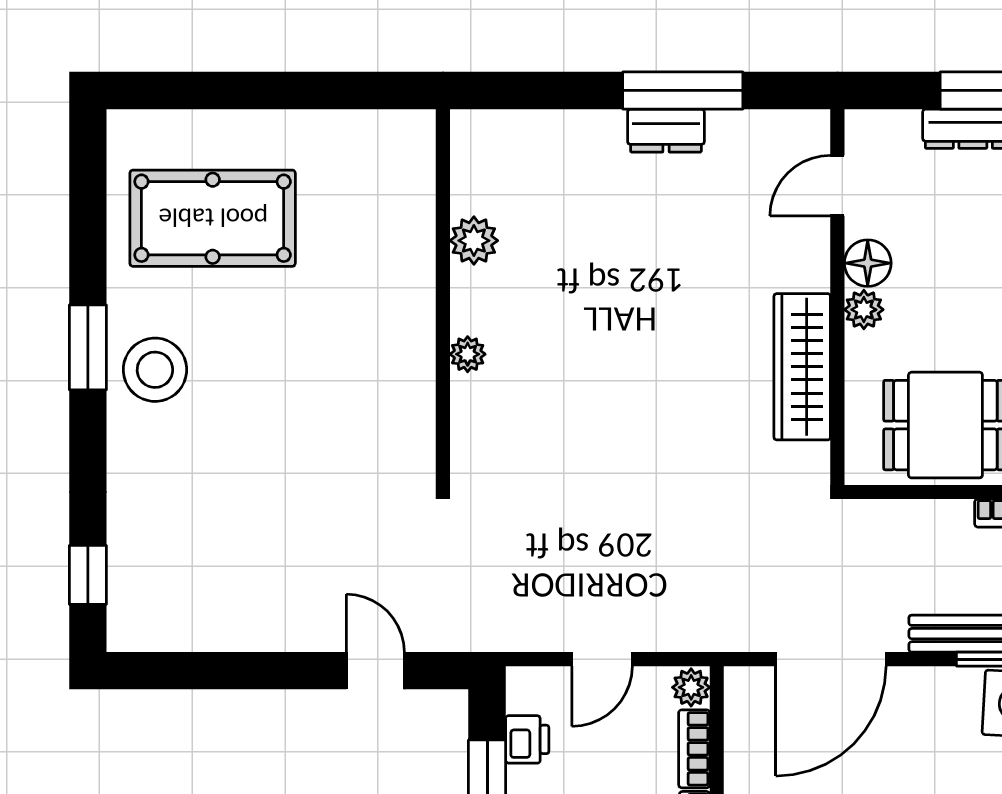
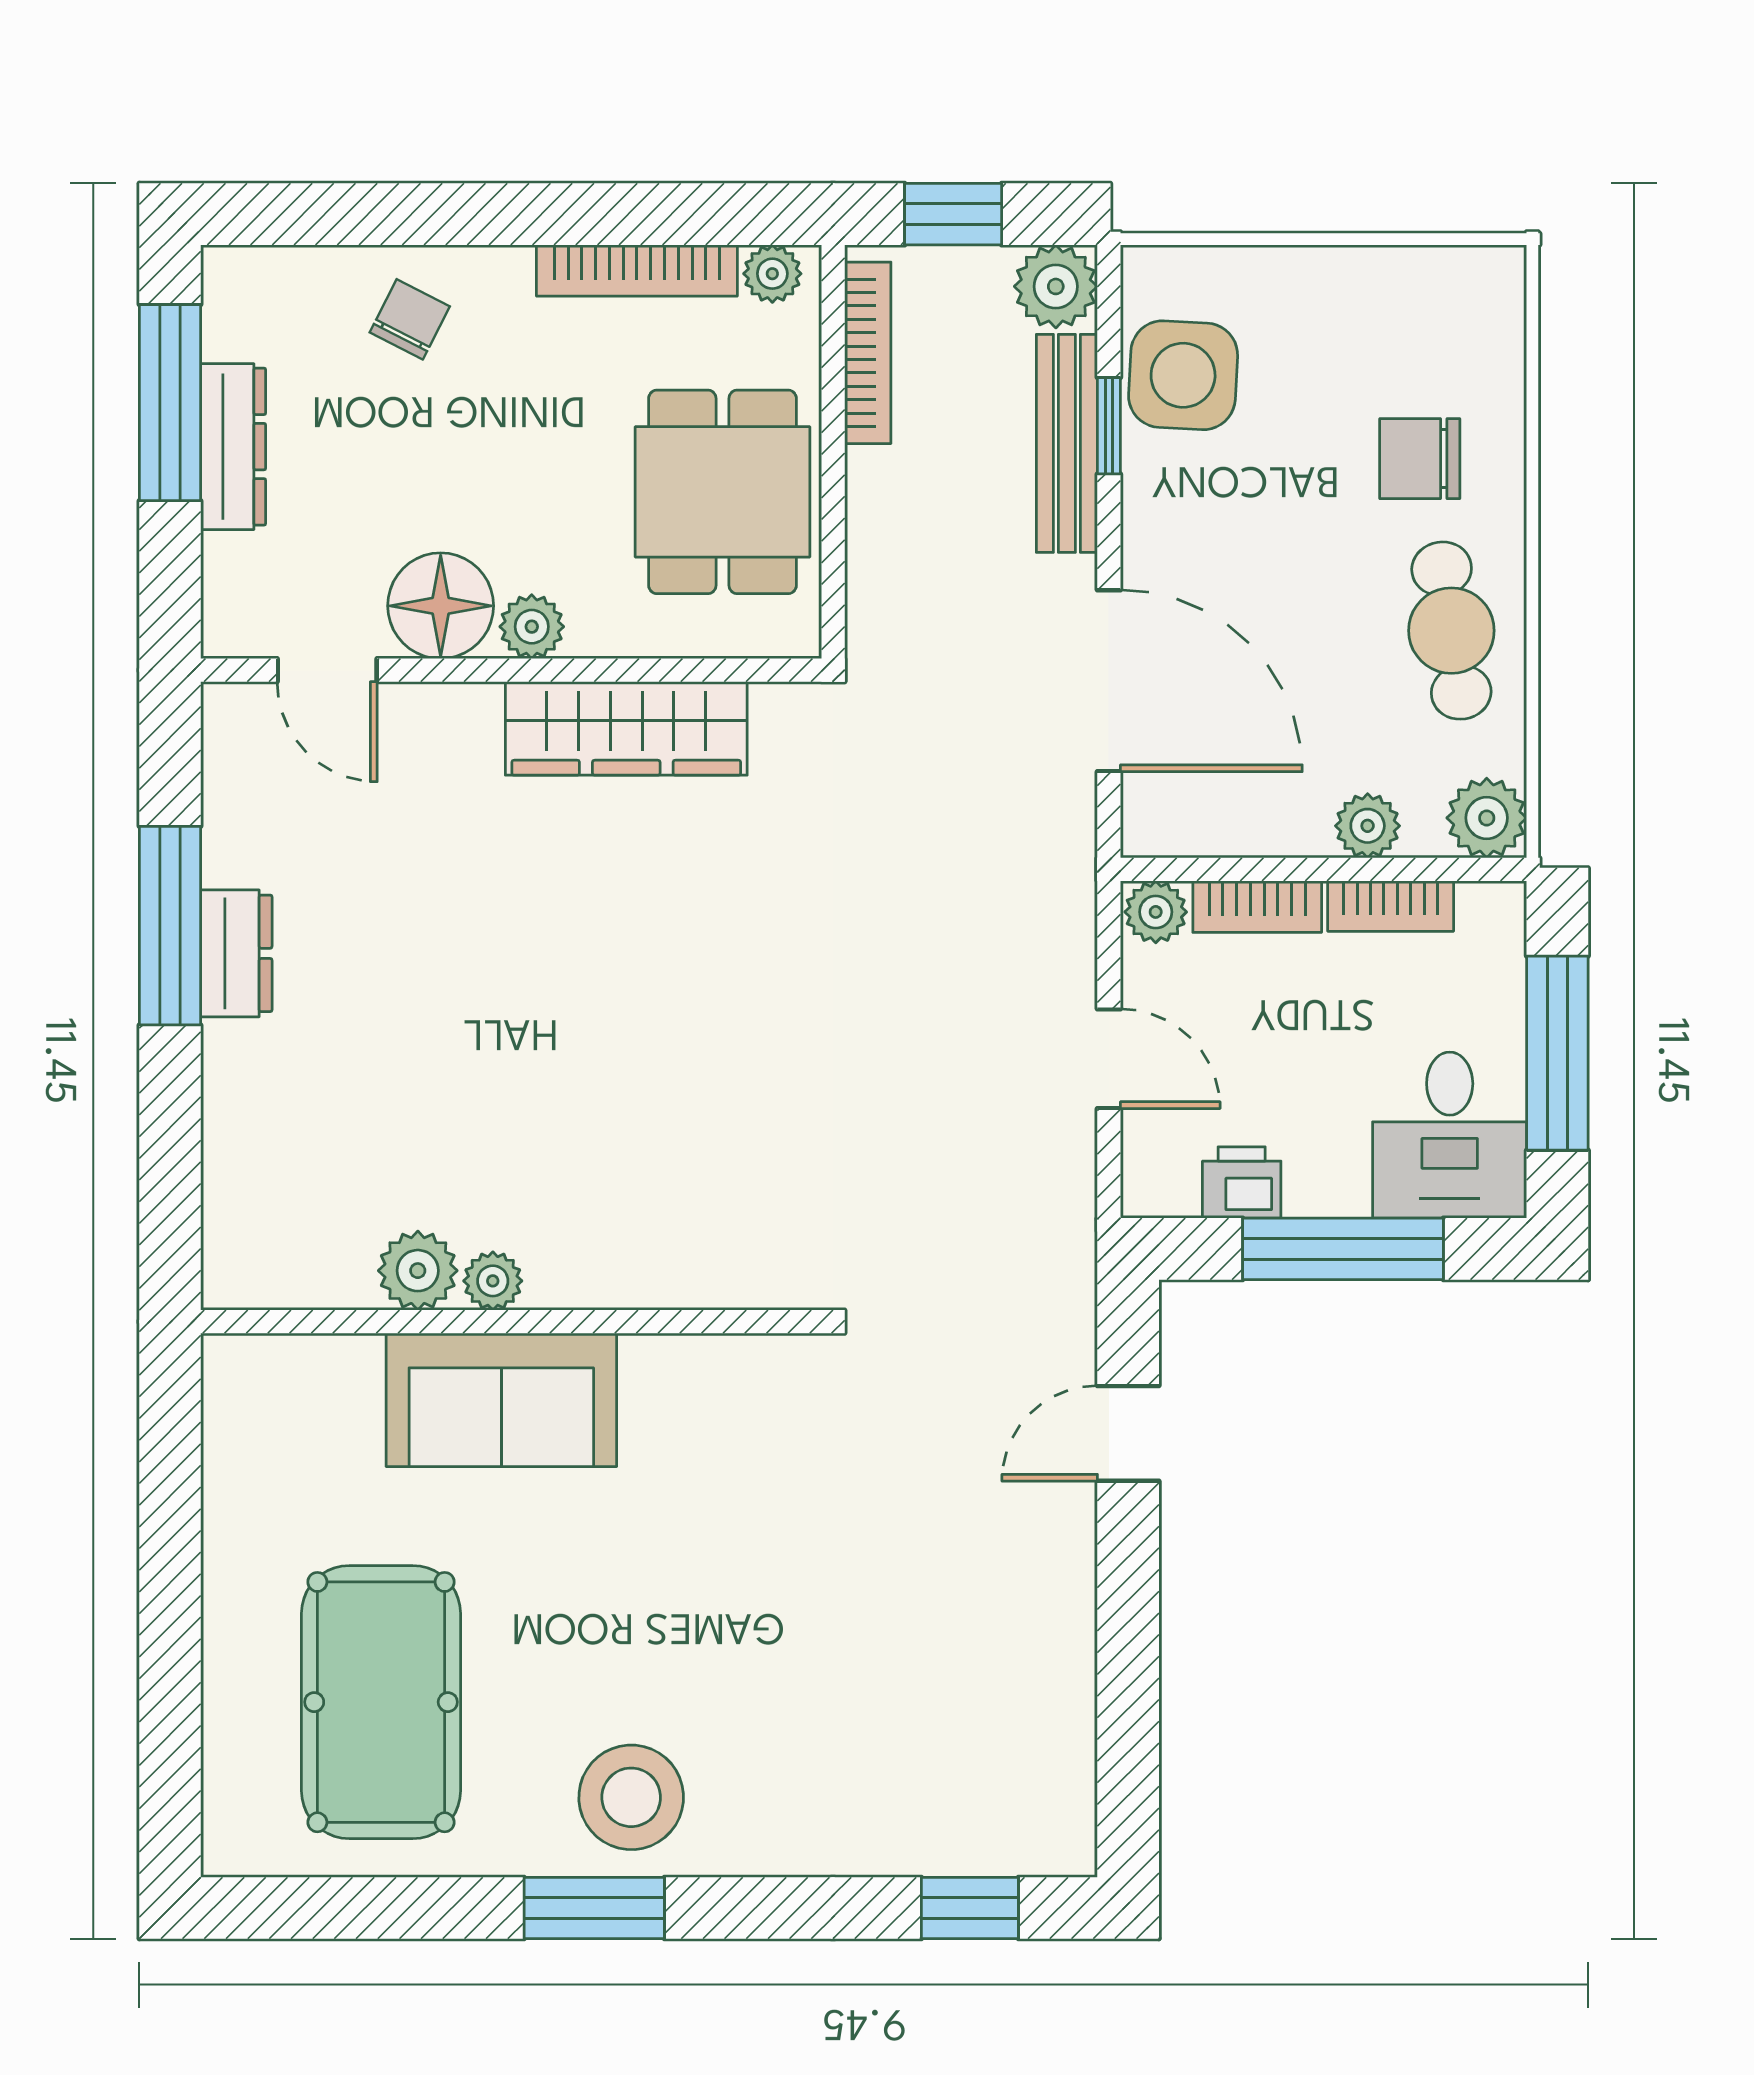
floor lamp: (868, 263) -> (441, 606), width x1.38, depth x1.38
sofa: (396, 291) -> (501, 1400), added
plant: (468, 354) -> (493, 1281), moved

